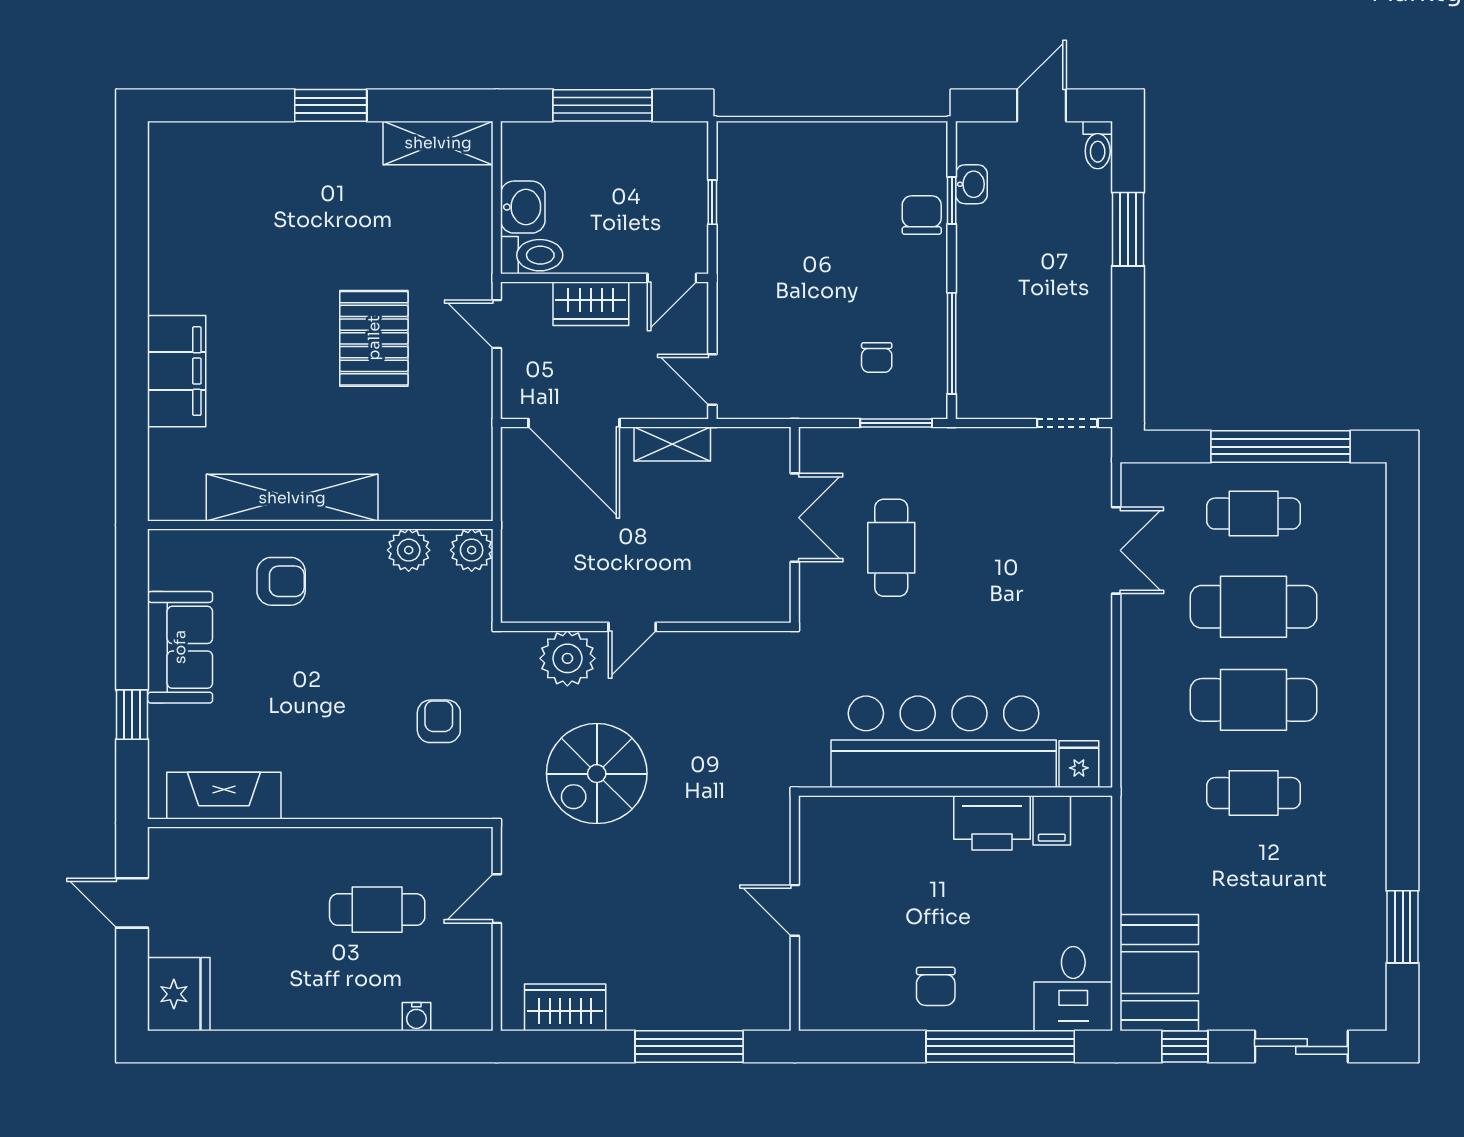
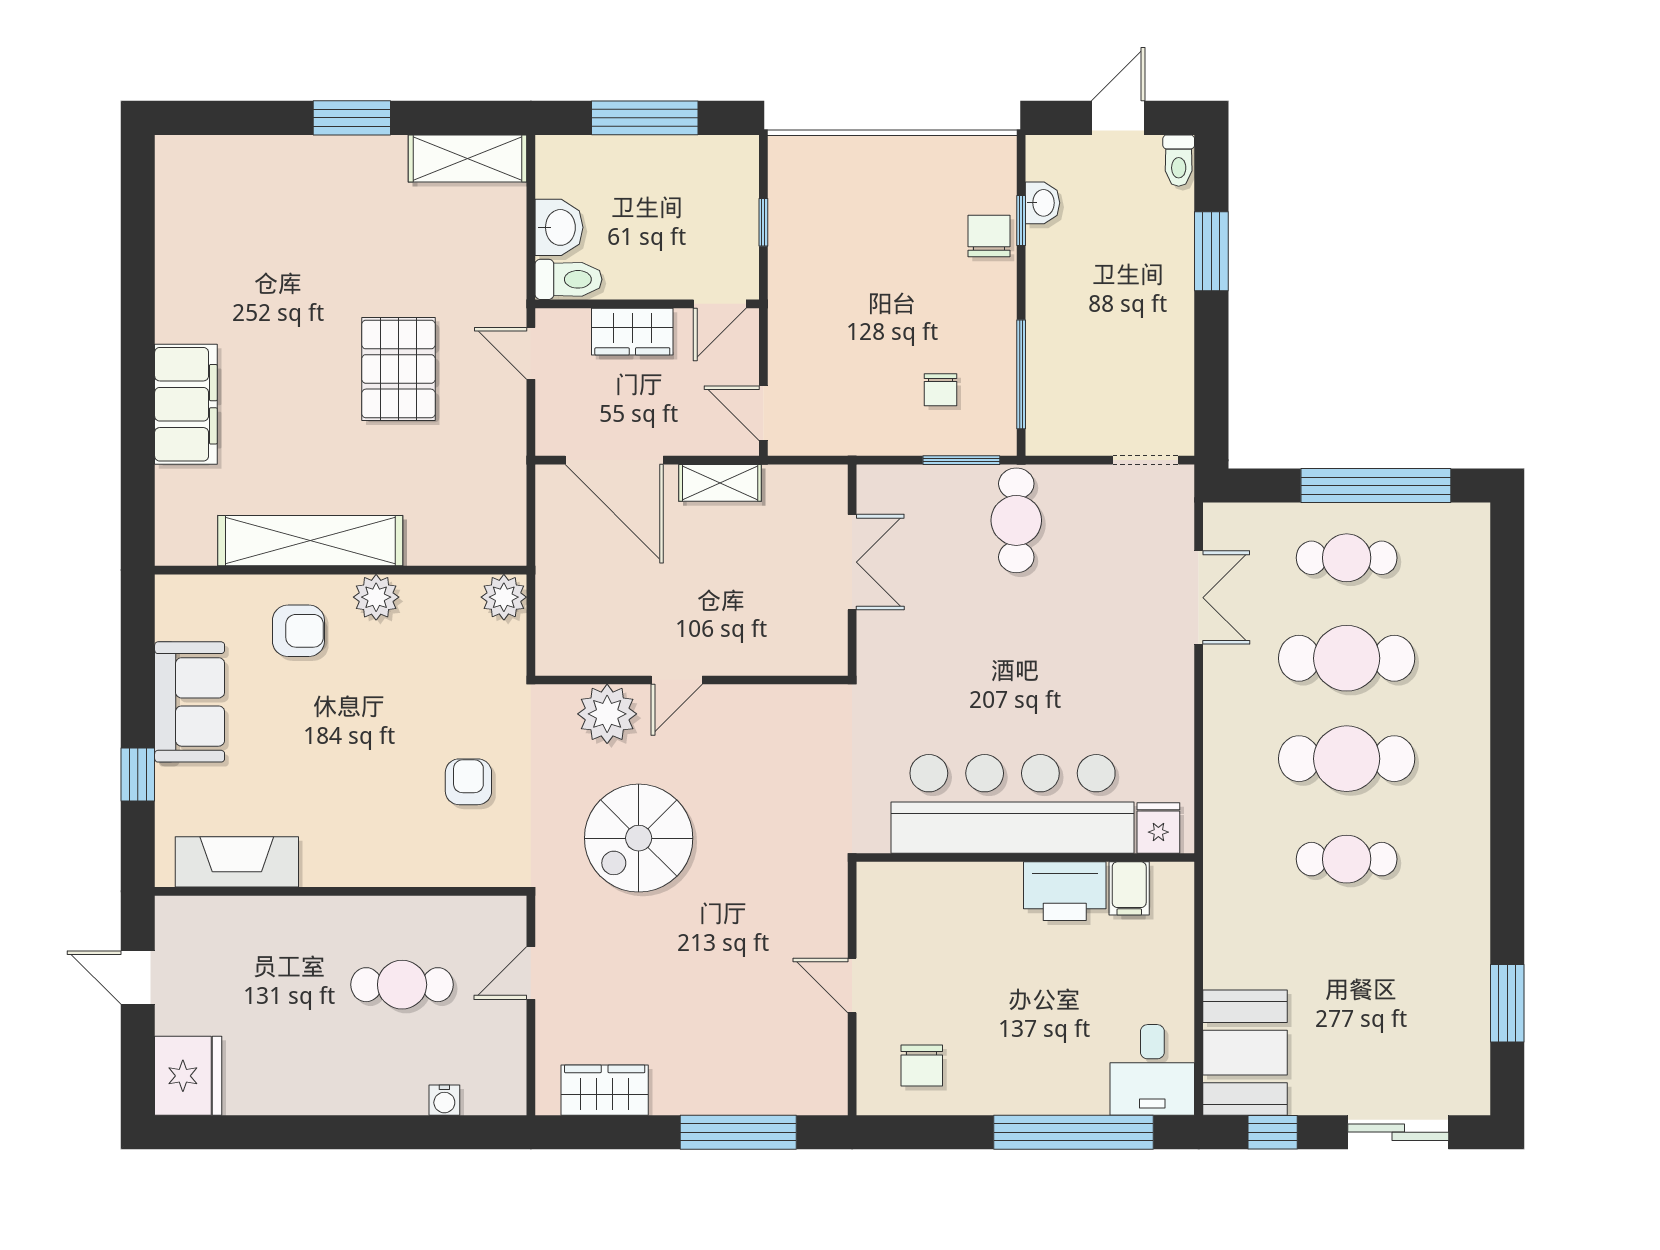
cafe table: (891, 548) -> (1016, 520), moved
plant: (409, 550) -> (376, 597), moved
chair: (936, 986) -> (922, 1066), moved

